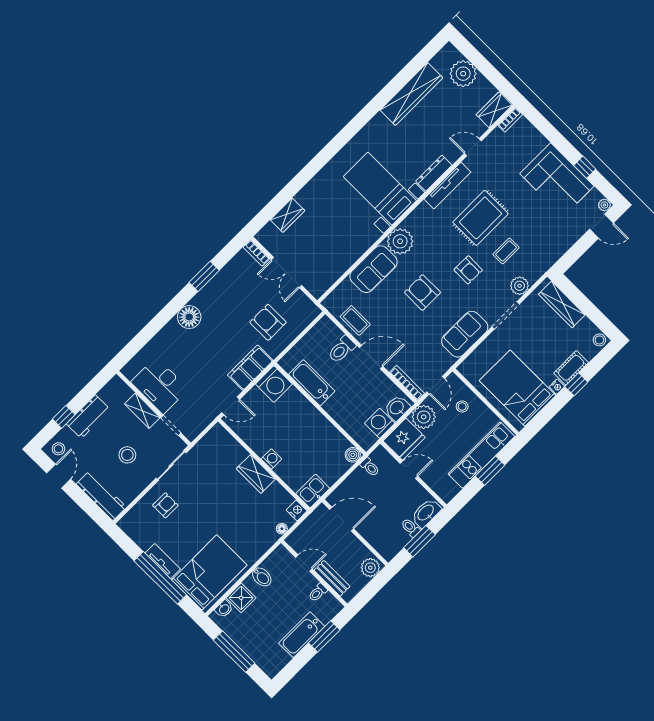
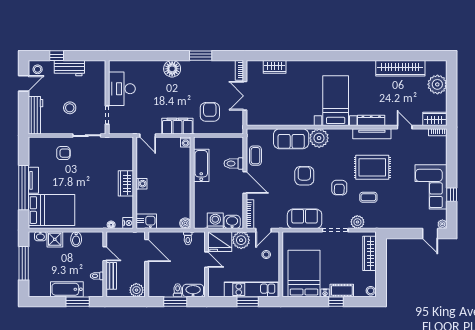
washing machine: (274, 384) -> (186, 142), width x0.53, depth x0.53
shelving: (142, 411) -> (100, 93), removed

